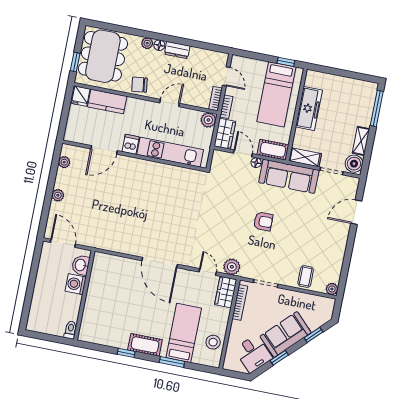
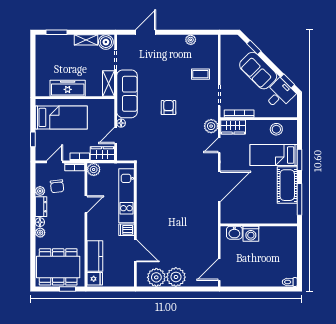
plant: (196, 53) -> (40, 191), added
window: (286, 62) -> (33, 139), moved
chair: (139, 85) -> (57, 186), moved
door: (170, 103) -> (86, 204), swing flipped
window: (377, 108) -> (57, 32), width x0.69
cot: (273, 150) -> (108, 111), removed
plant: (64, 162) -> (156, 277), width x1.87, depth x1.87
plant: (58, 195) -> (176, 277), width x1.88, depth x1.88
door: (356, 212) -> (146, 32), swing flipped
washbasin: (81, 265) -> (234, 233), moved
coffee table: (306, 277) -> (200, 74), moved
washing machine: (76, 284) -> (251, 234), moved
plant: (332, 289) -> (191, 40), moved
wall: (84, 295) -> (259, 225), moved
toilet: (70, 330) -> (290, 282), moved
cot: (145, 345) -> (287, 185), width x1.37, depth x1.34
window: (126, 353) -> (299, 199), width x2.17
window: (279, 358) -> (288, 81), moved

